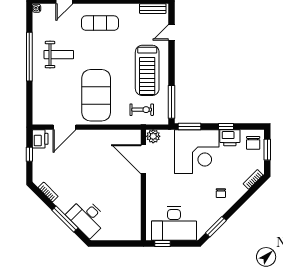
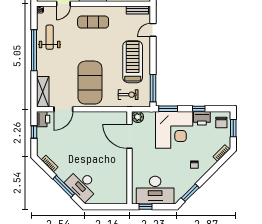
weight bench: (59, 55) -> (50, 37), moved, turned -90
treadmill: (147, 70) -> (133, 62), turned 180
shelving: (40, 106) -> (43, 92), added

